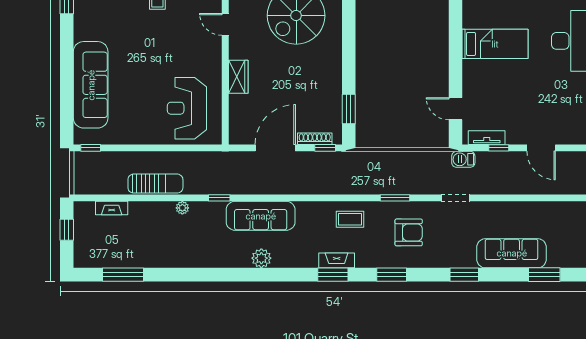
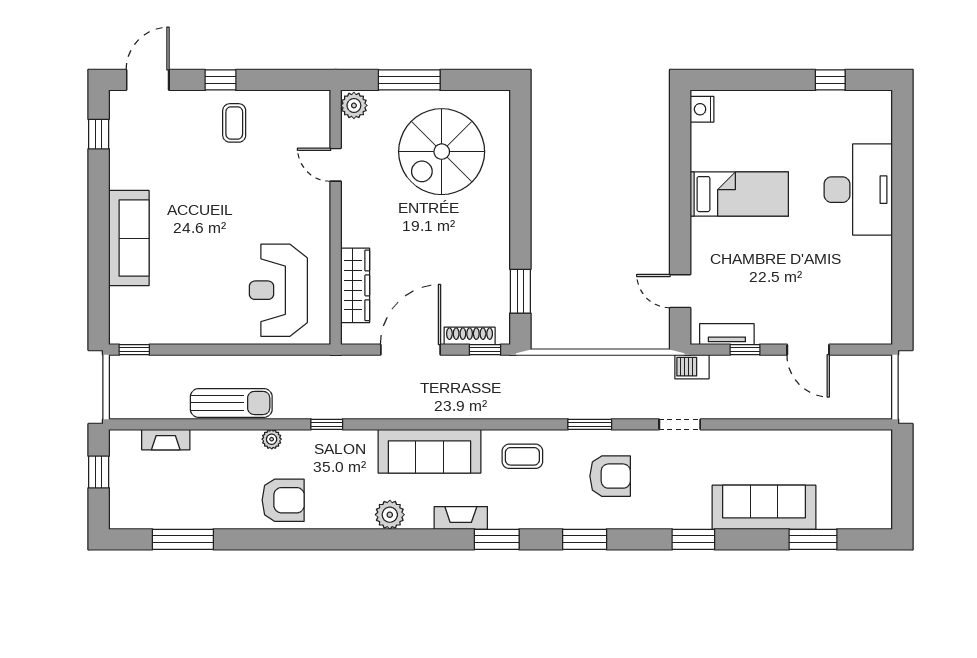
wardrobe: (238, 77) -> (355, 285), moved, width x1.50
sofa: (91, 85) -> (129, 238), width x0.74, depth x0.79
sofa: (261, 216) -> (429, 451), moved
armchair: (190, 249) -> (283, 500), added
fireplace: (337, 260) -> (461, 518), moved

